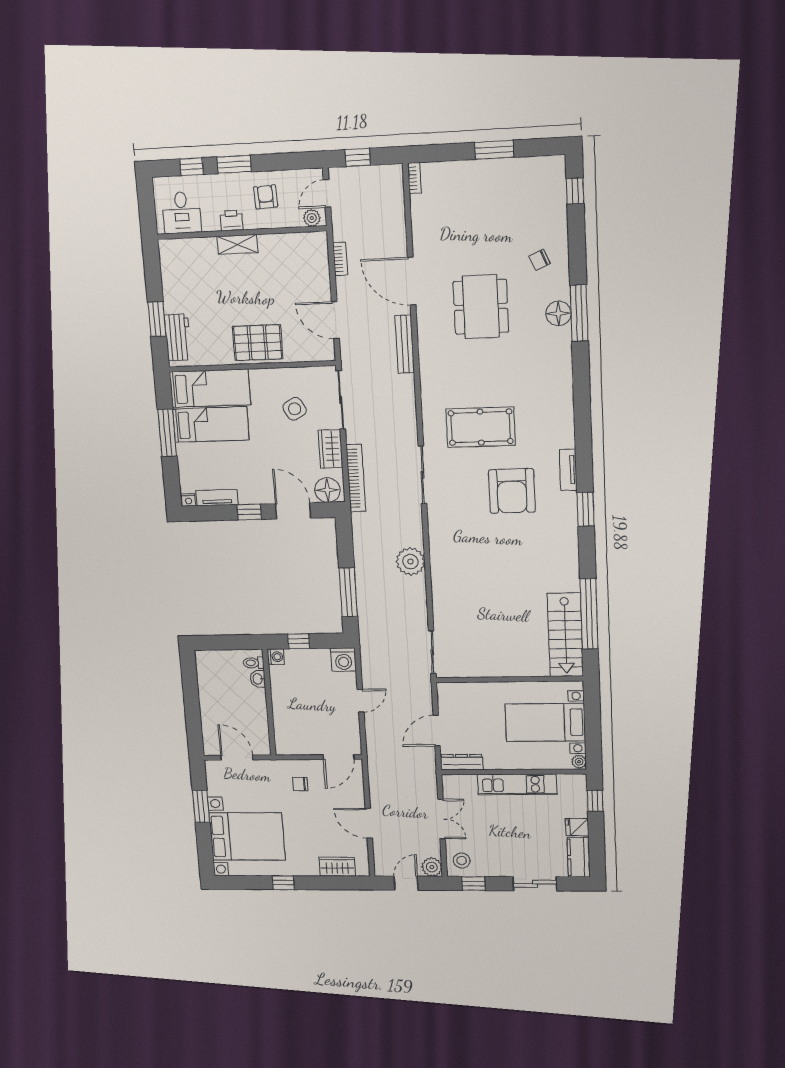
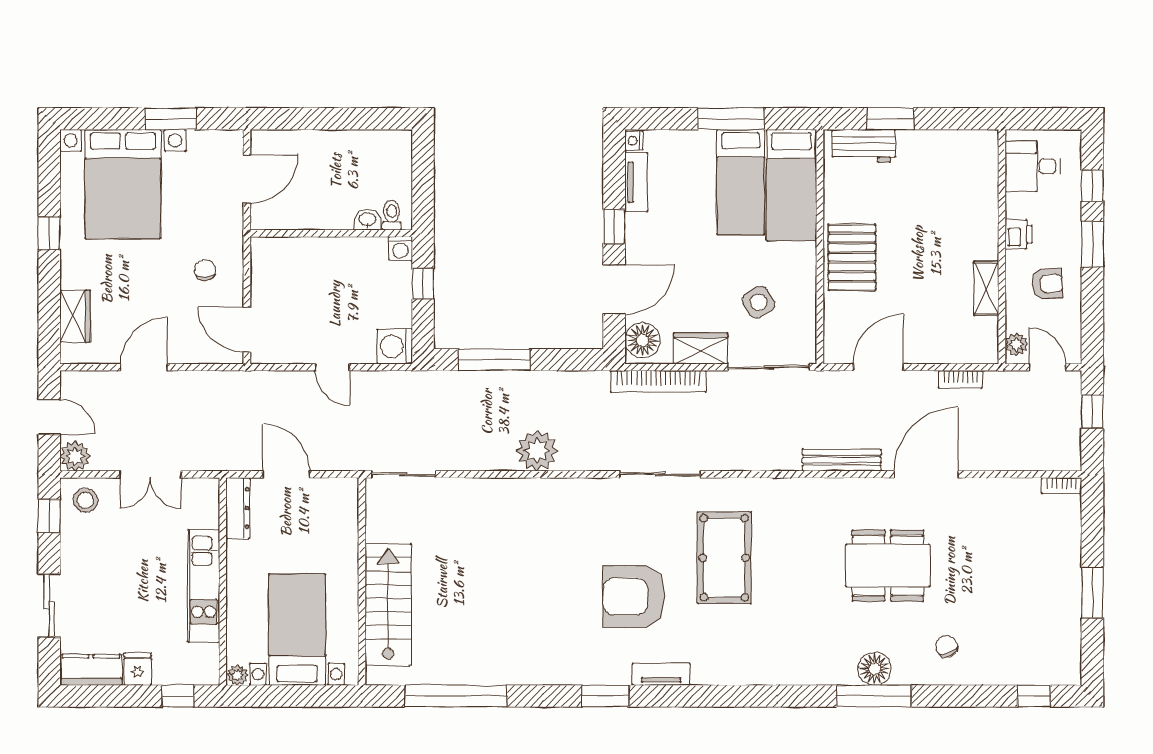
shelving: (237, 244) -> (986, 288), moved
stairs: (565, 635) -> (388, 605), moved, turned 90

